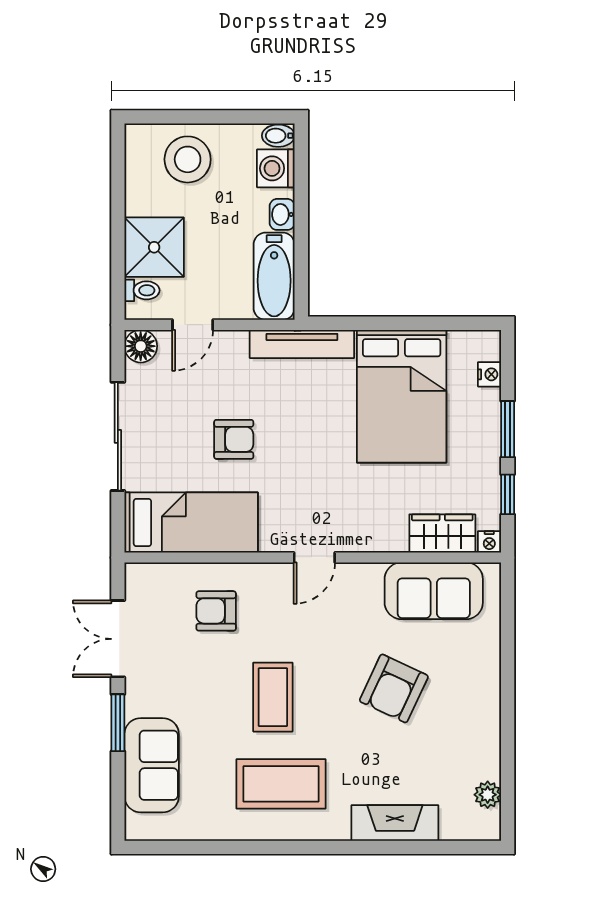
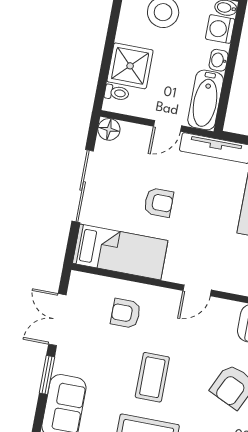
door: (193, 325) -> (167, 126), moved

